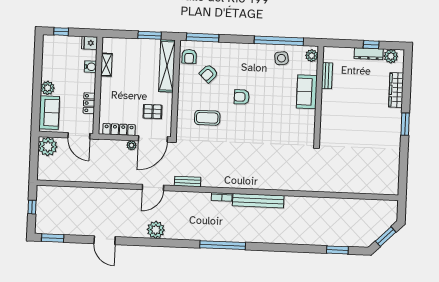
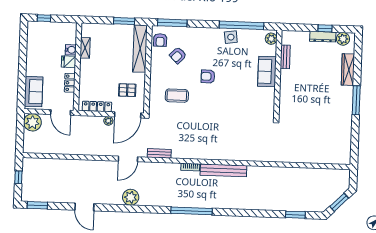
fridge: (89, 43) -> (69, 62), moved
side table: (281, 58) -> (231, 37), moved
plant: (48, 88) -> (32, 69), removed
window: (405, 124) -> (356, 100), width x1.44

